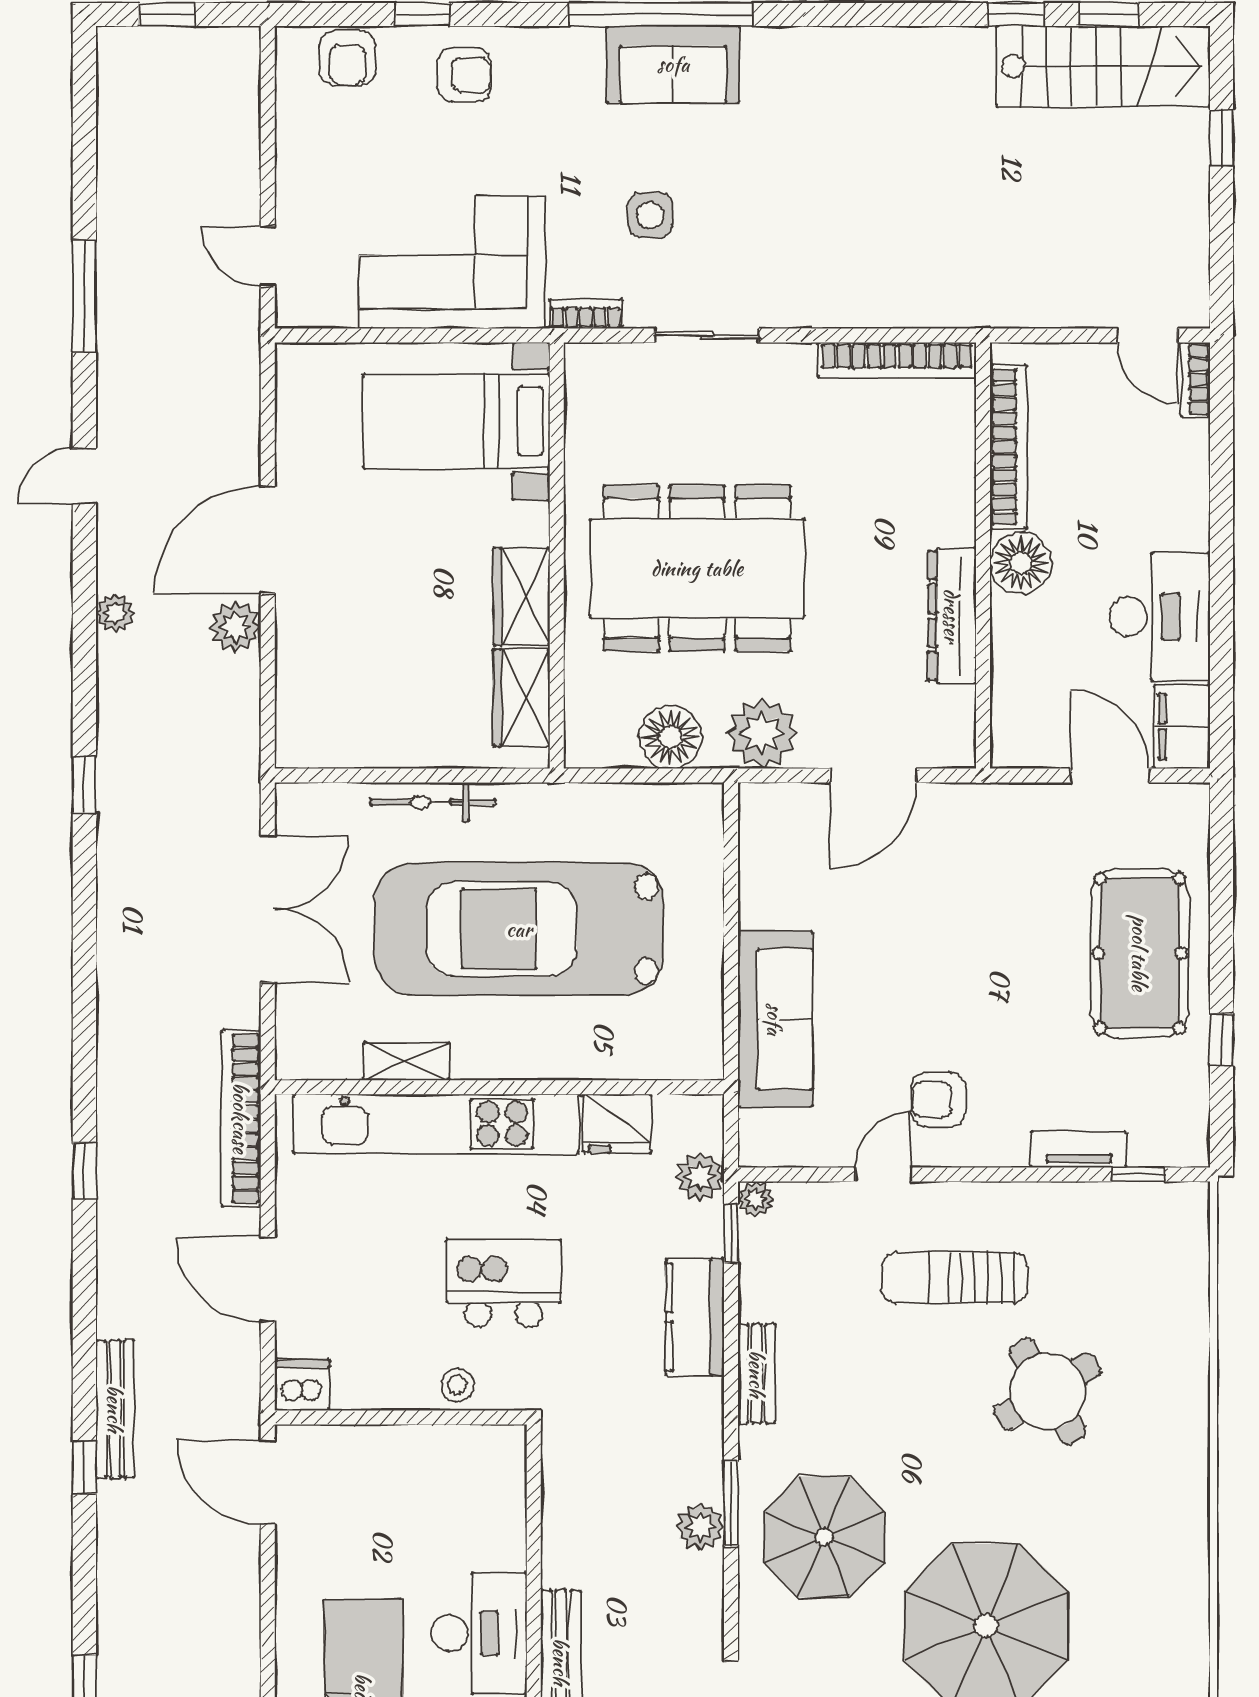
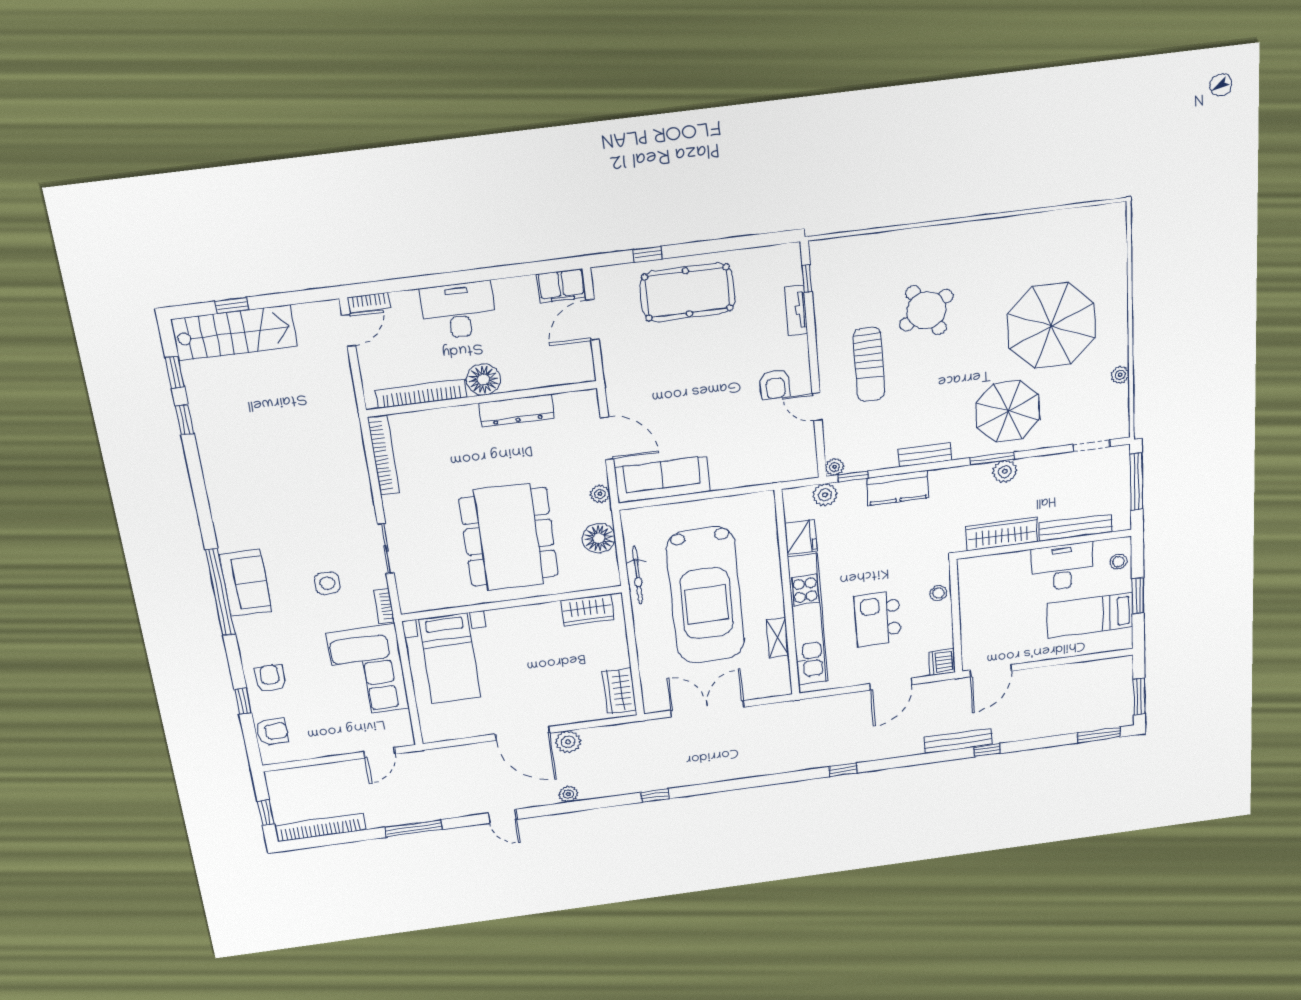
stairs: (1103, 66) -> (234, 333), moved, turned 90
wardrobe: (522, 597) -> (620, 691), moved, turned 90
desk: (1159, 617) -> (459, 310), moved
plant: (762, 733) -> (600, 494), width x0.53, depth x0.53
bicycle: (433, 802) -> (637, 575), moved
sofa: (775, 1019) -> (662, 480), moved
window: (1221, 1039) -> (648, 254), moved
bookcase: (241, 1118) -> (320, 828), moved, turned 180
kitchen island: (504, 1283) -> (878, 619), moved
wardrobe: (568, 1516) -> (1002, 534), added

